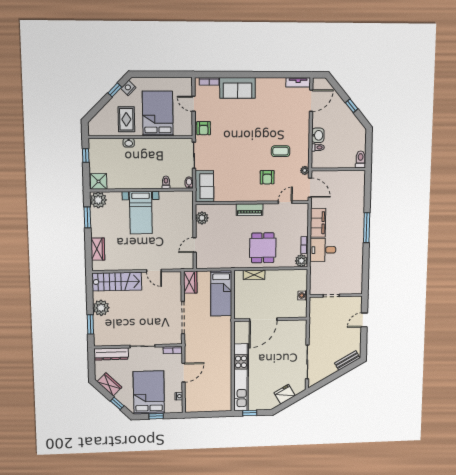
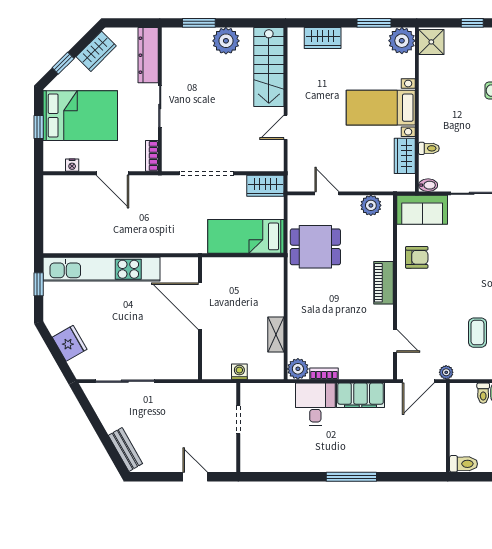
armchair: (267, 177) -> (417, 257), moved, turned 180
wardrobe: (171, 197) -> (405, 156), added
dining table: (263, 248) -> (315, 247), moved
shelving: (254, 275) -> (276, 335), moved

